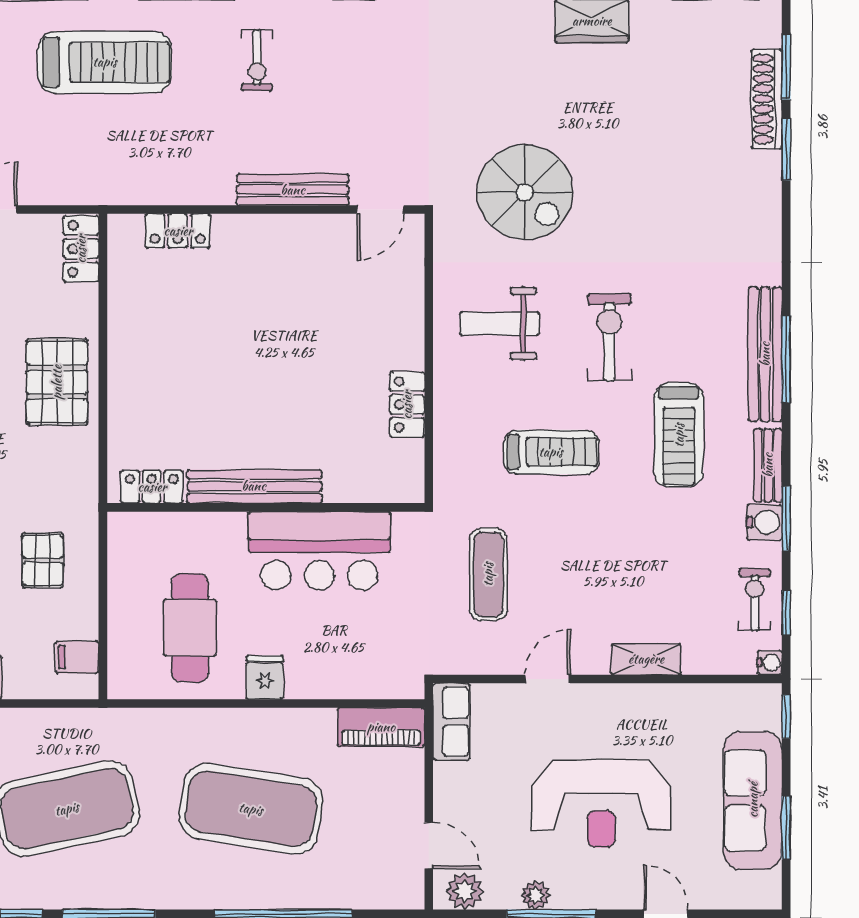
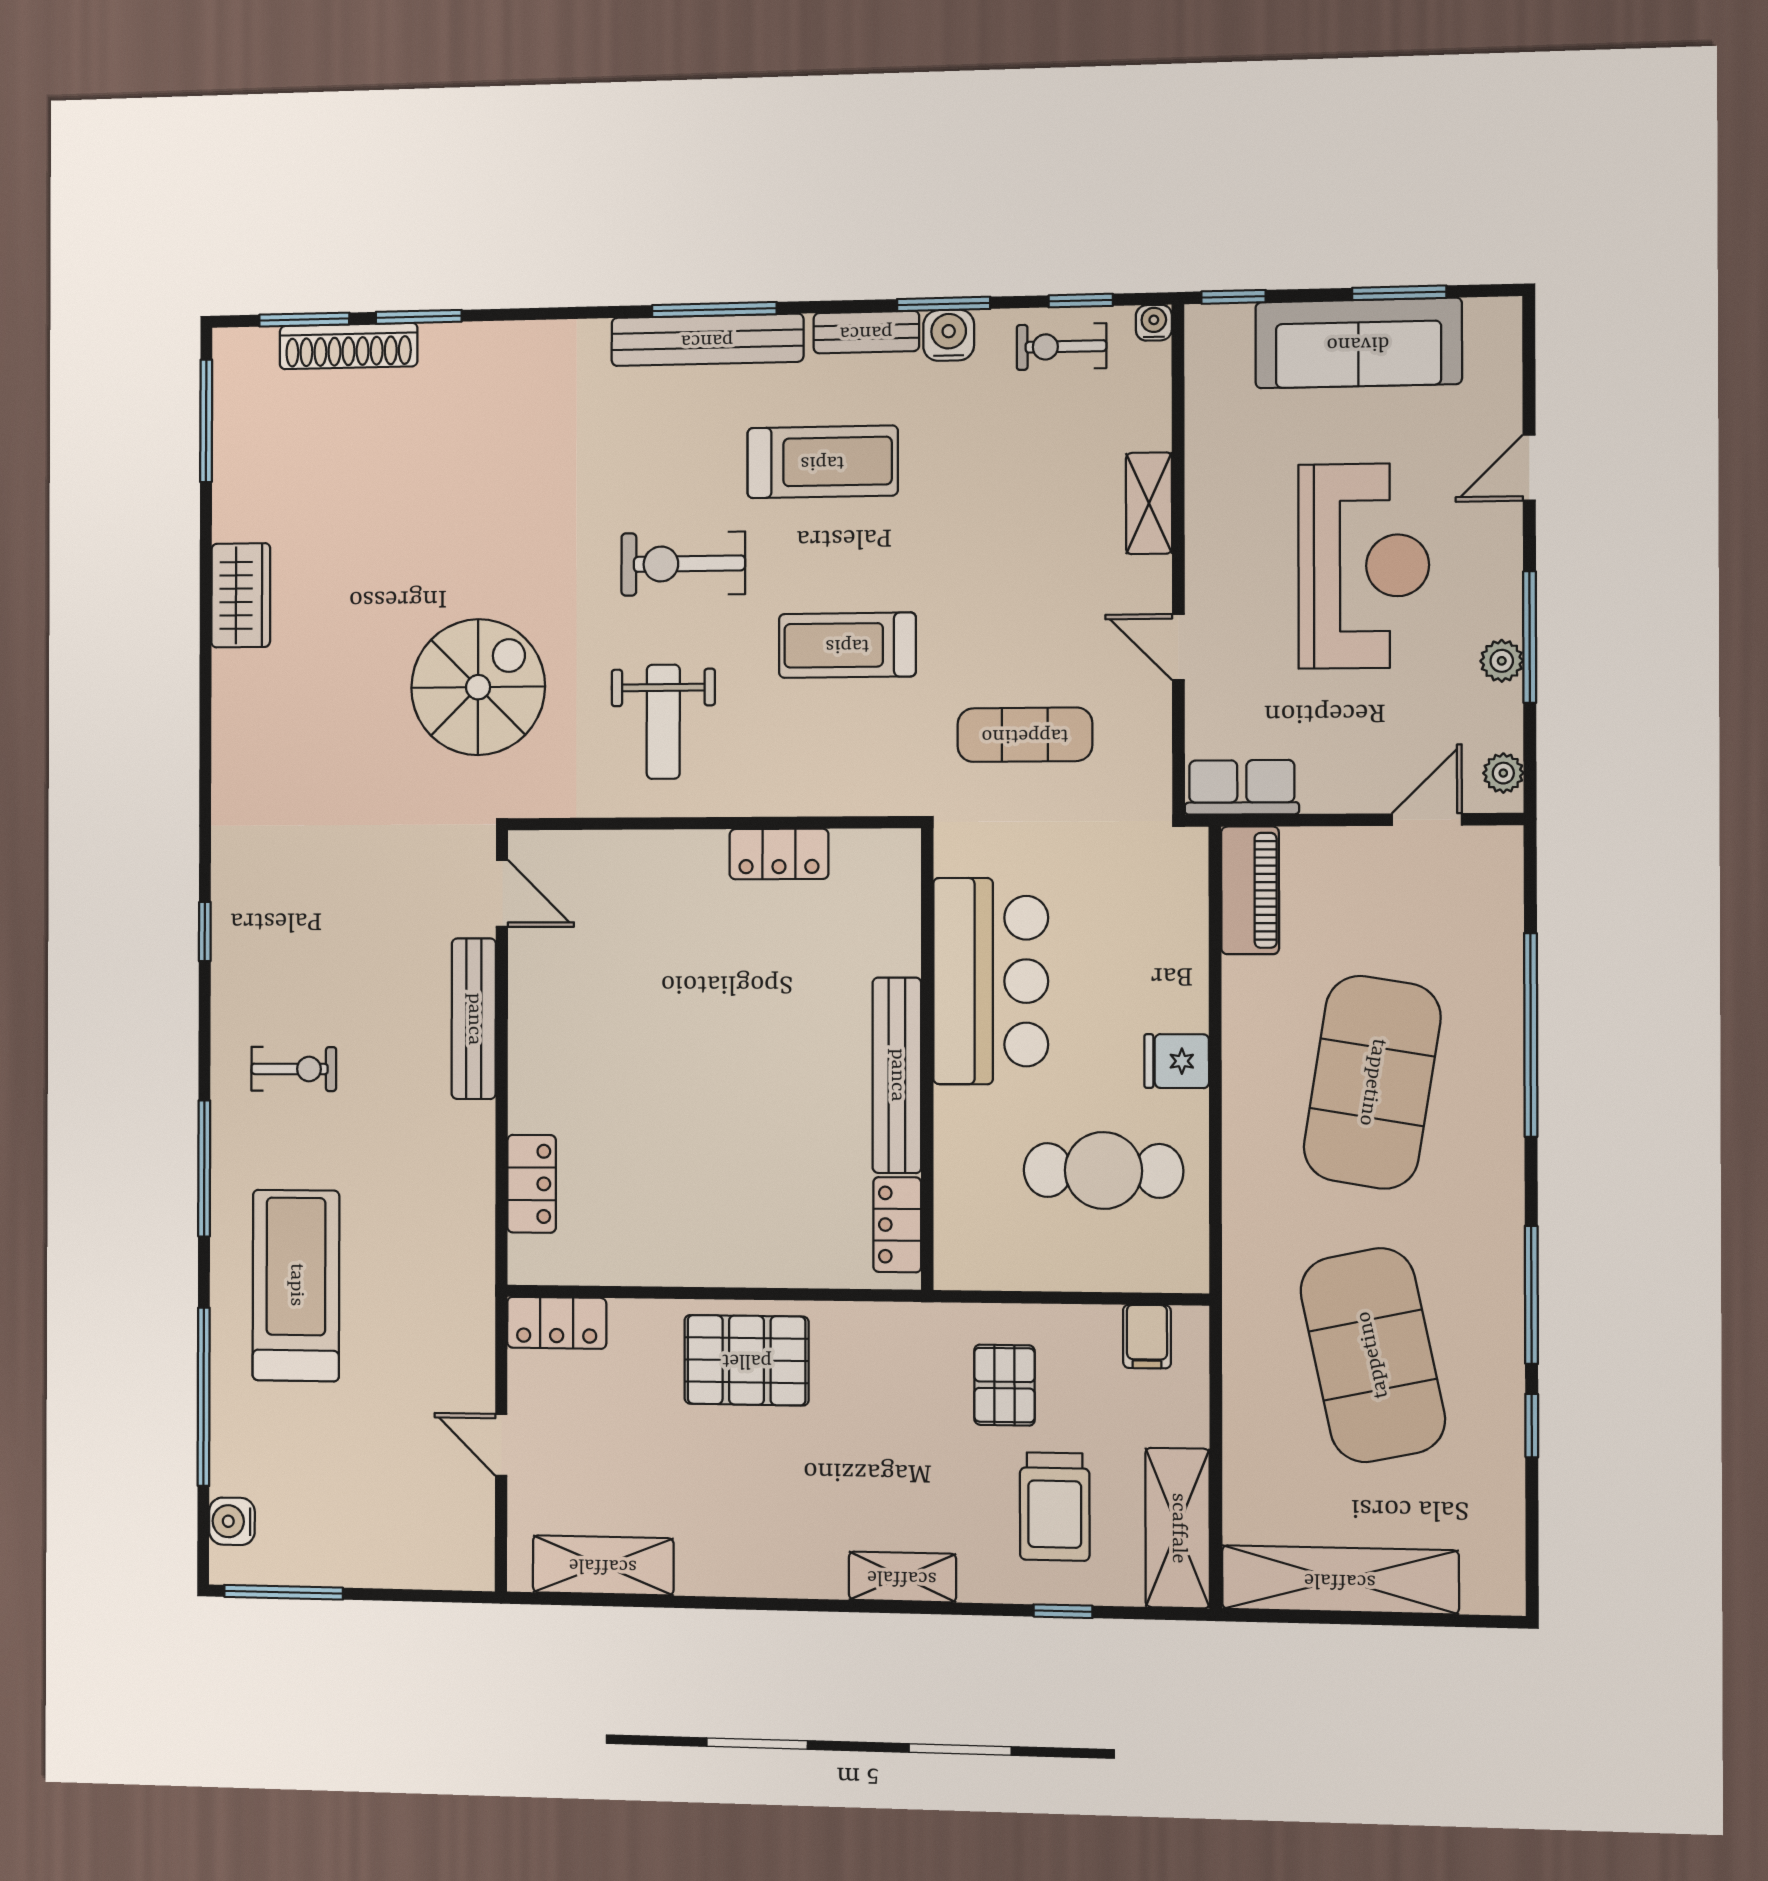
treadmill: (551, 452) -> (847, 645), turned -90
pallet: (43, 560) -> (1004, 1385), turned 90
plant: (465, 891) -> (1503, 773), width x0.73, depth x0.73

